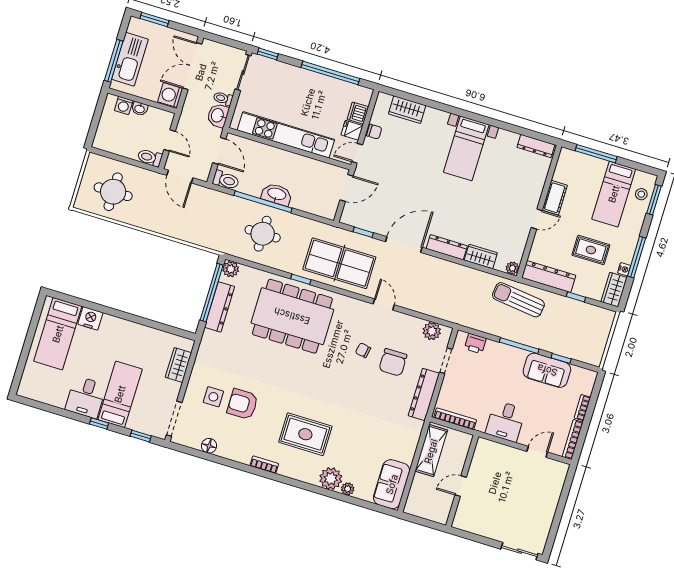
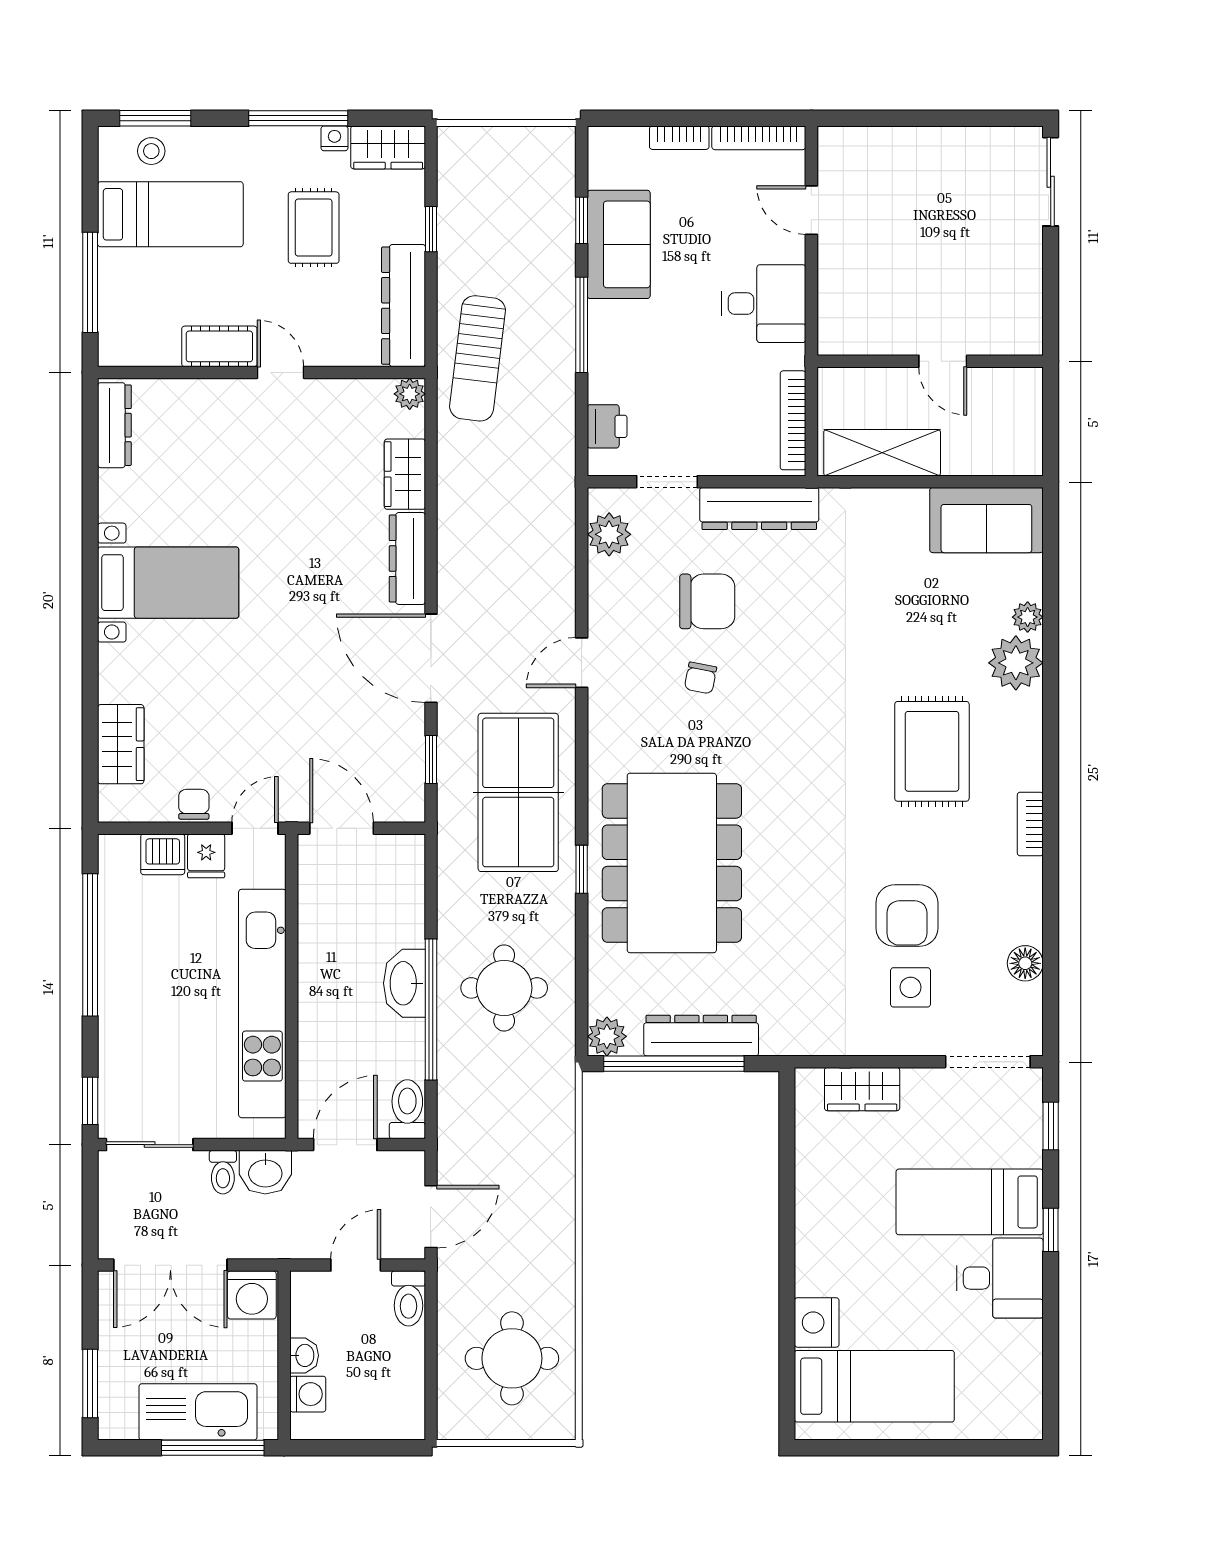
door: (357, 153) -> (255, 828), swing flipped

